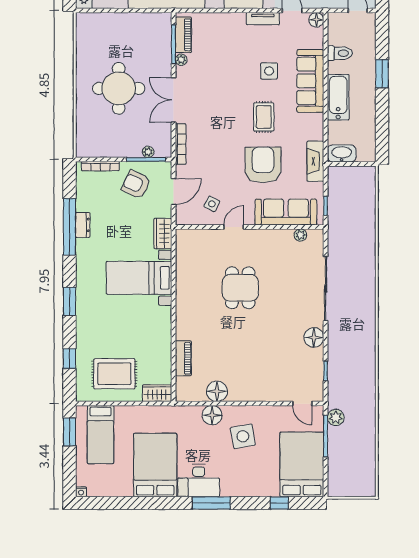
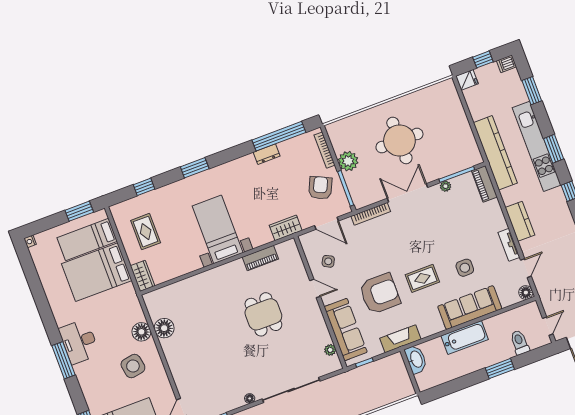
piano: (183, 35) -> (484, 184), moved, turned 90
toilet: (340, 53) -> (520, 342), moved, turned 180
plant: (148, 152) -> (348, 161), moved, width x1.87, depth x1.87
window: (69, 227) -> (279, 136), moved
bed with nightstands: (139, 278) -> (218, 229), moved
dining table: (240, 288) -> (263, 314), turned 90
floor lamp: (314, 337) -> (250, 398), width x0.53, depth x0.53
piano: (183, 358) -> (260, 258), moved
rug: (114, 374) -> (146, 232), width x0.73, depth x0.70
bed: (155, 465) -> (97, 272), moved, turned 180

